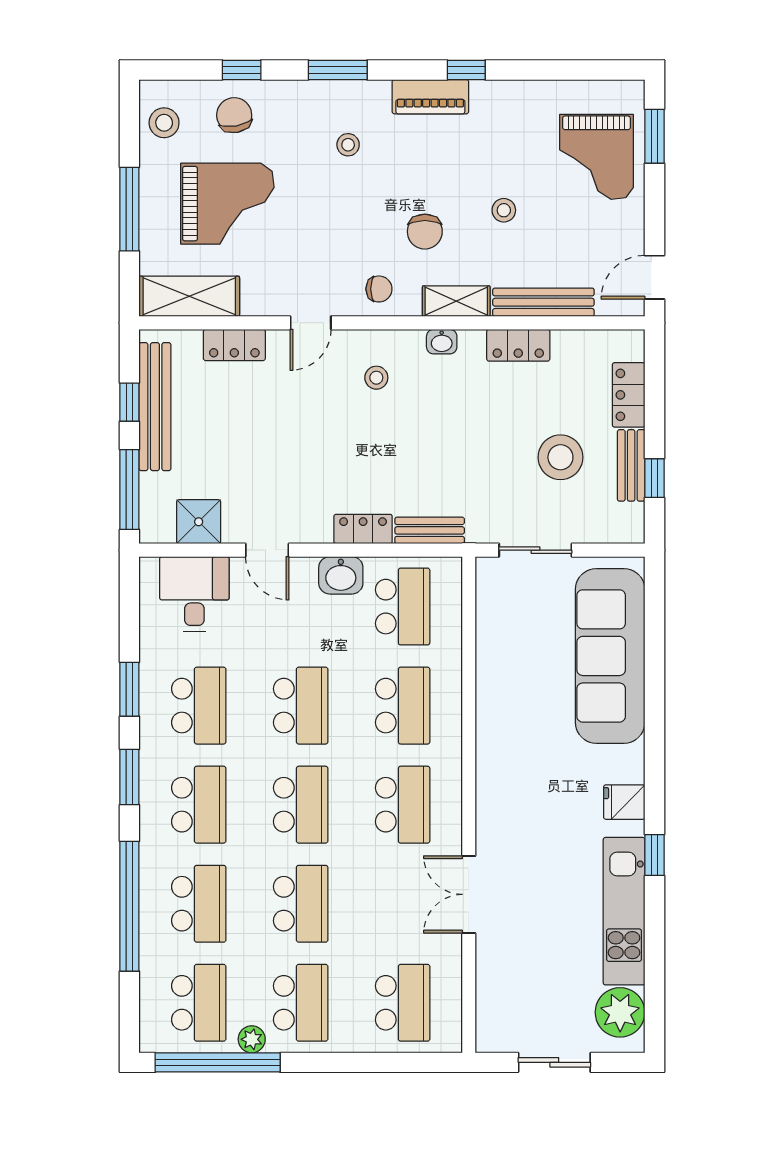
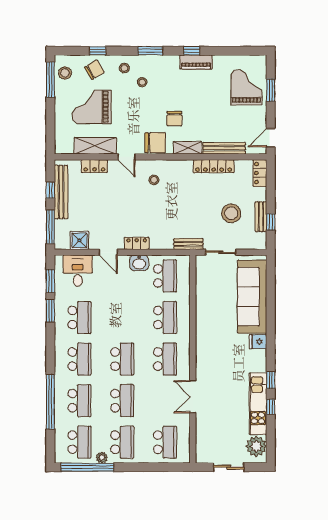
window: (338, 70) -> (150, 51), moved
piano: (430, 97) -> (196, 62), moved
chair: (234, 115) -> (94, 70), turned 69
window: (654, 136) -> (271, 90), moved
grand piano: (596, 157) -> (246, 87), turned 180
grand piano: (227, 204) -> (91, 107), turned 180
window: (129, 209) -> (50, 80), moved
stool: (504, 210) -> (124, 68), moved
chair: (379, 289) -> (155, 143), width x1.87, depth x1.87
shelving: (189, 296) -> (95, 146), moved
door: (311, 323) -> (126, 157), hinge flipped
washbasin: (442, 342) -> (181, 165), removed
locker: (518, 345) -> (214, 166), width x1.53
locker: (629, 395) -> (260, 173), moved
locker: (363, 529) -> (137, 243), moved
bench: (430, 530) -> (188, 244), moved
school desk: (301, 706) -> (122, 318), removed
window: (129, 777) -> (50, 281), moved
fridge: (624, 802) -> (258, 342), moved
window: (654, 918) -> (271, 407), added

